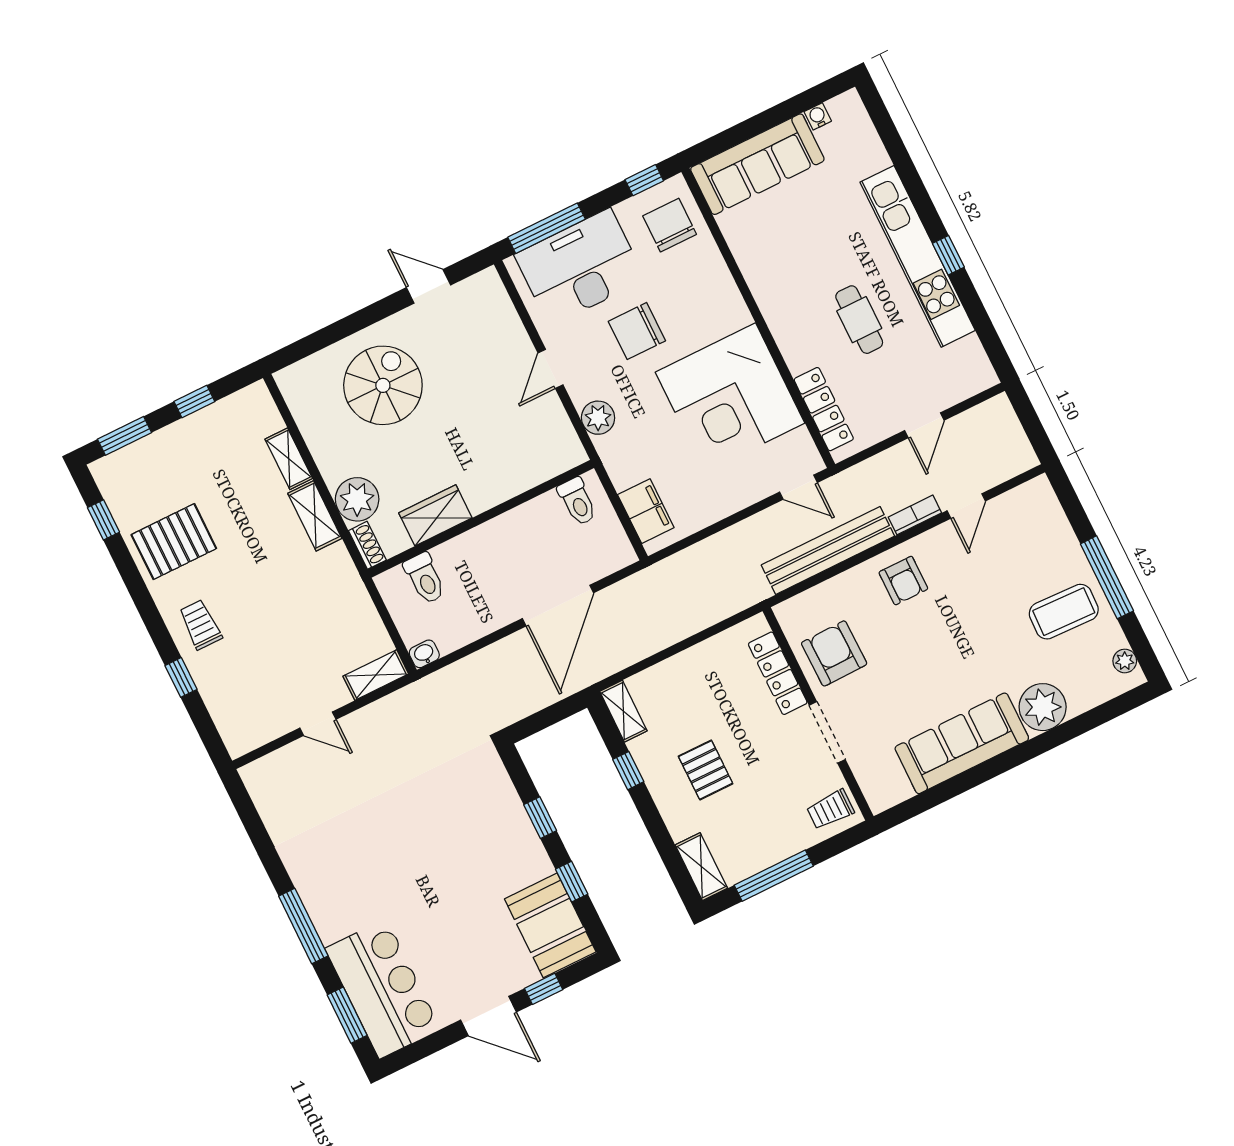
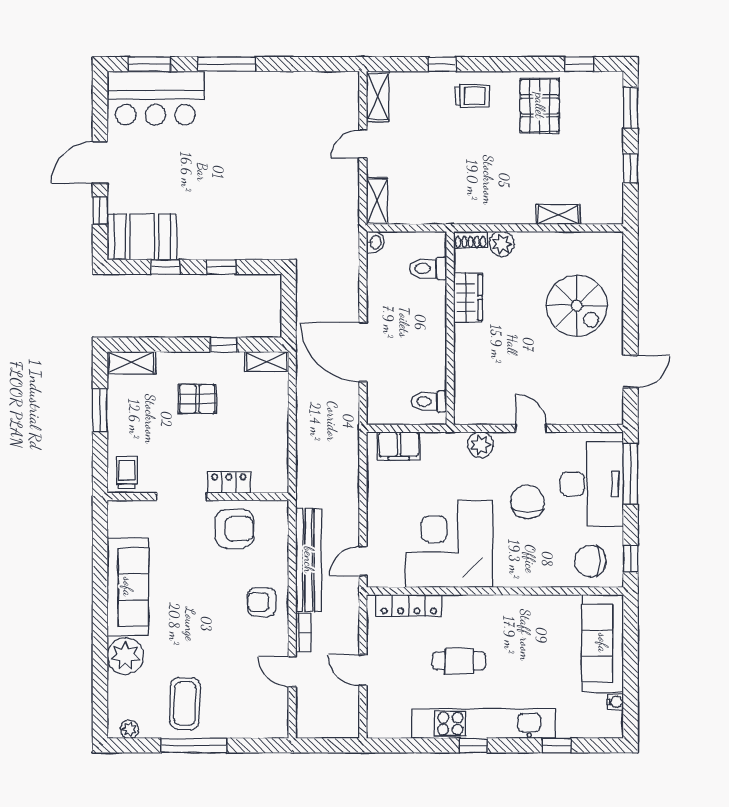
window: (901, 159) -> (557, 745), added
chair: (670, 225) -> (590, 561), turned 180
plant: (357, 499) -> (502, 244), width x0.73, depth x0.73
shelving: (315, 516) -> (378, 97), moved, turned 90
locker: (778, 673) -> (229, 482), width x0.66
window: (774, 876) -> (100, 410), width x0.69

